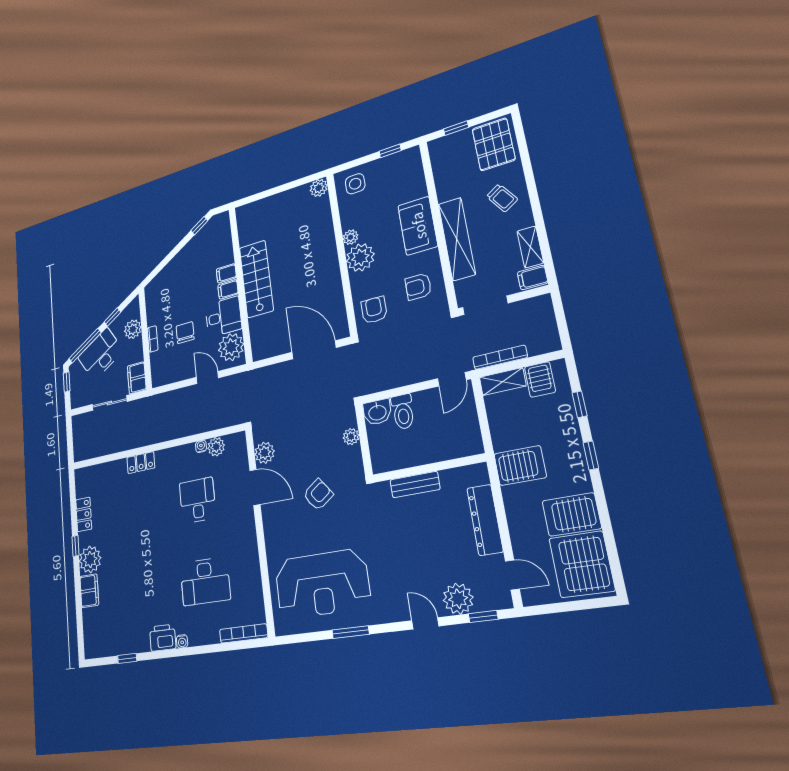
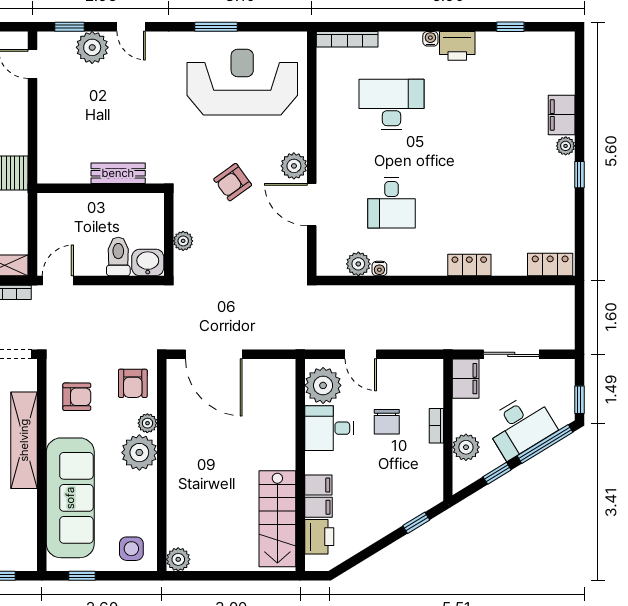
window: (199, 226) -> (416, 523), moved
sofa: (418, 226) -> (70, 498), width x1.85, depth x1.27
printer: (222, 237) -> (319, 537), added
plant: (351, 237) -> (147, 423), moved
stairs: (256, 279) -> (277, 519), moved
filing cabinet: (228, 289) -> (318, 507), moved
plant: (265, 453) -> (294, 166), moved
locker: (84, 514) -> (550, 265), moved, turned 90
dresser: (485, 520) -> (50, 123), removed
plant: (90, 559) -> (566, 146), width x0.53, depth x0.53

